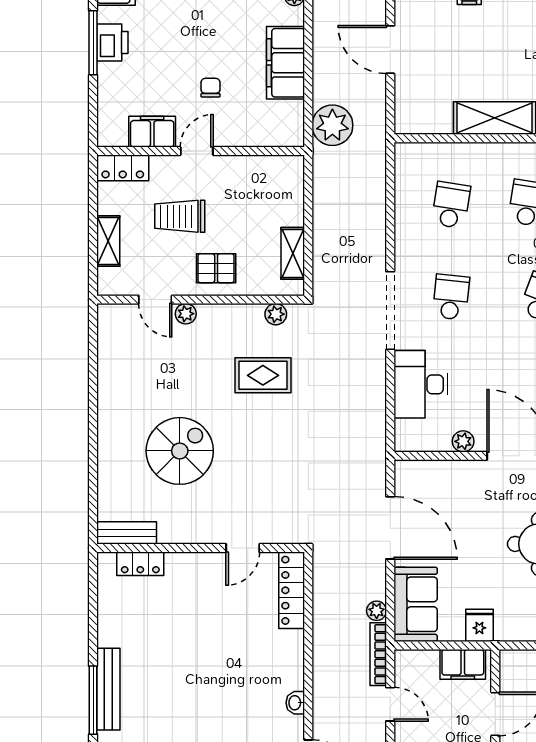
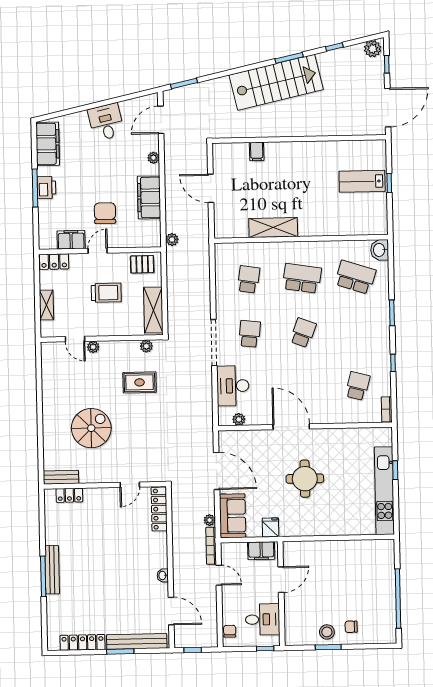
chair: (211, 88) -> (105, 213), width x1.87, depth x1.87
plant: (332, 125) -> (172, 240), width x0.53, depth x0.53
trolley: (180, 216) -> (106, 293), moved, turned 180
shelving: (293, 253) -> (153, 310), width x1.50, depth x1.33
pallet: (216, 268) -> (142, 264), moved
plant: (463, 441) -> (239, 419), moved

